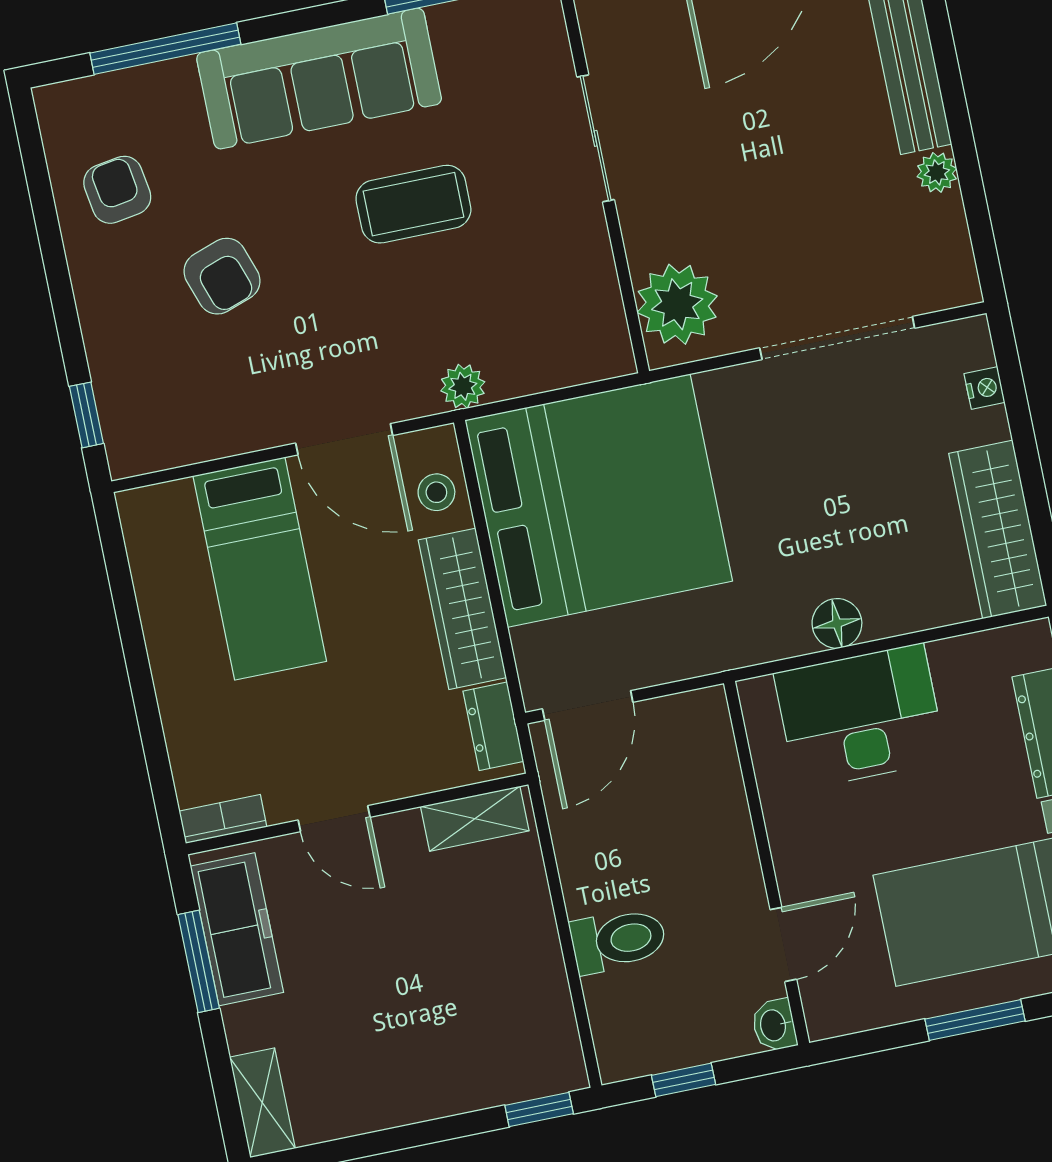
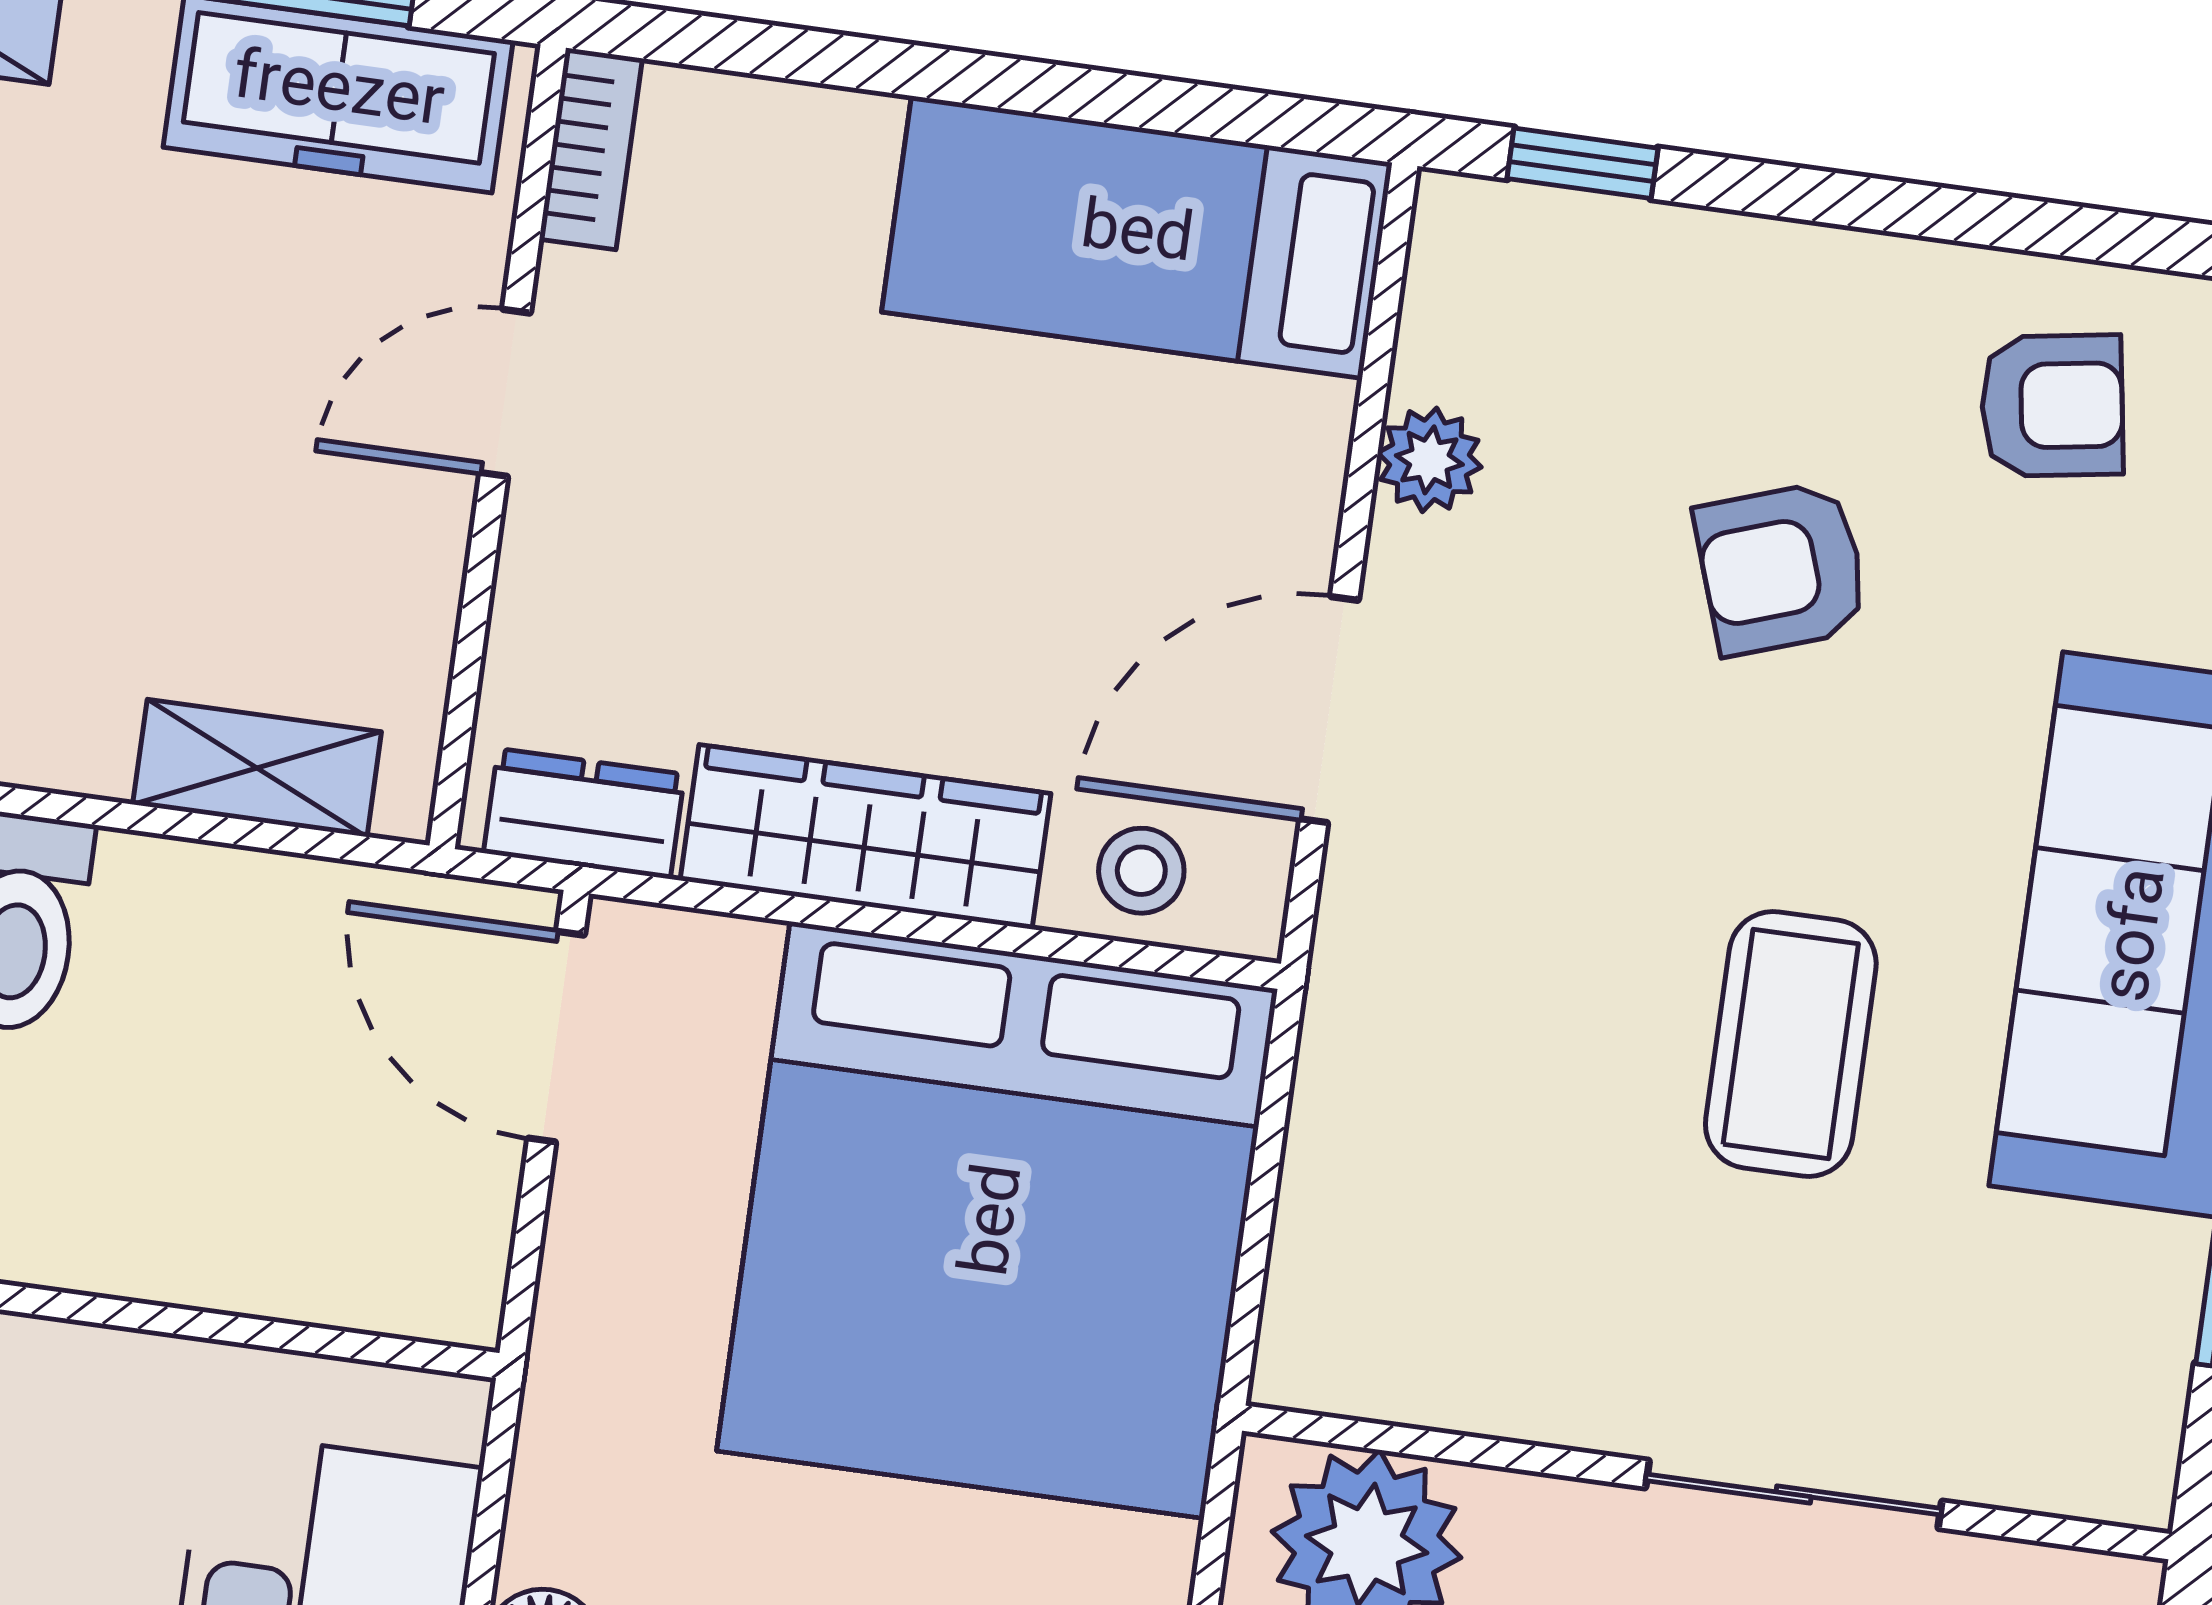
plant: (463, 386) -> (1429, 460), moved
bed: (260, 569) -> (1137, 237), moved
shelving: (475, 819) -> (257, 768), moved, turned 90

